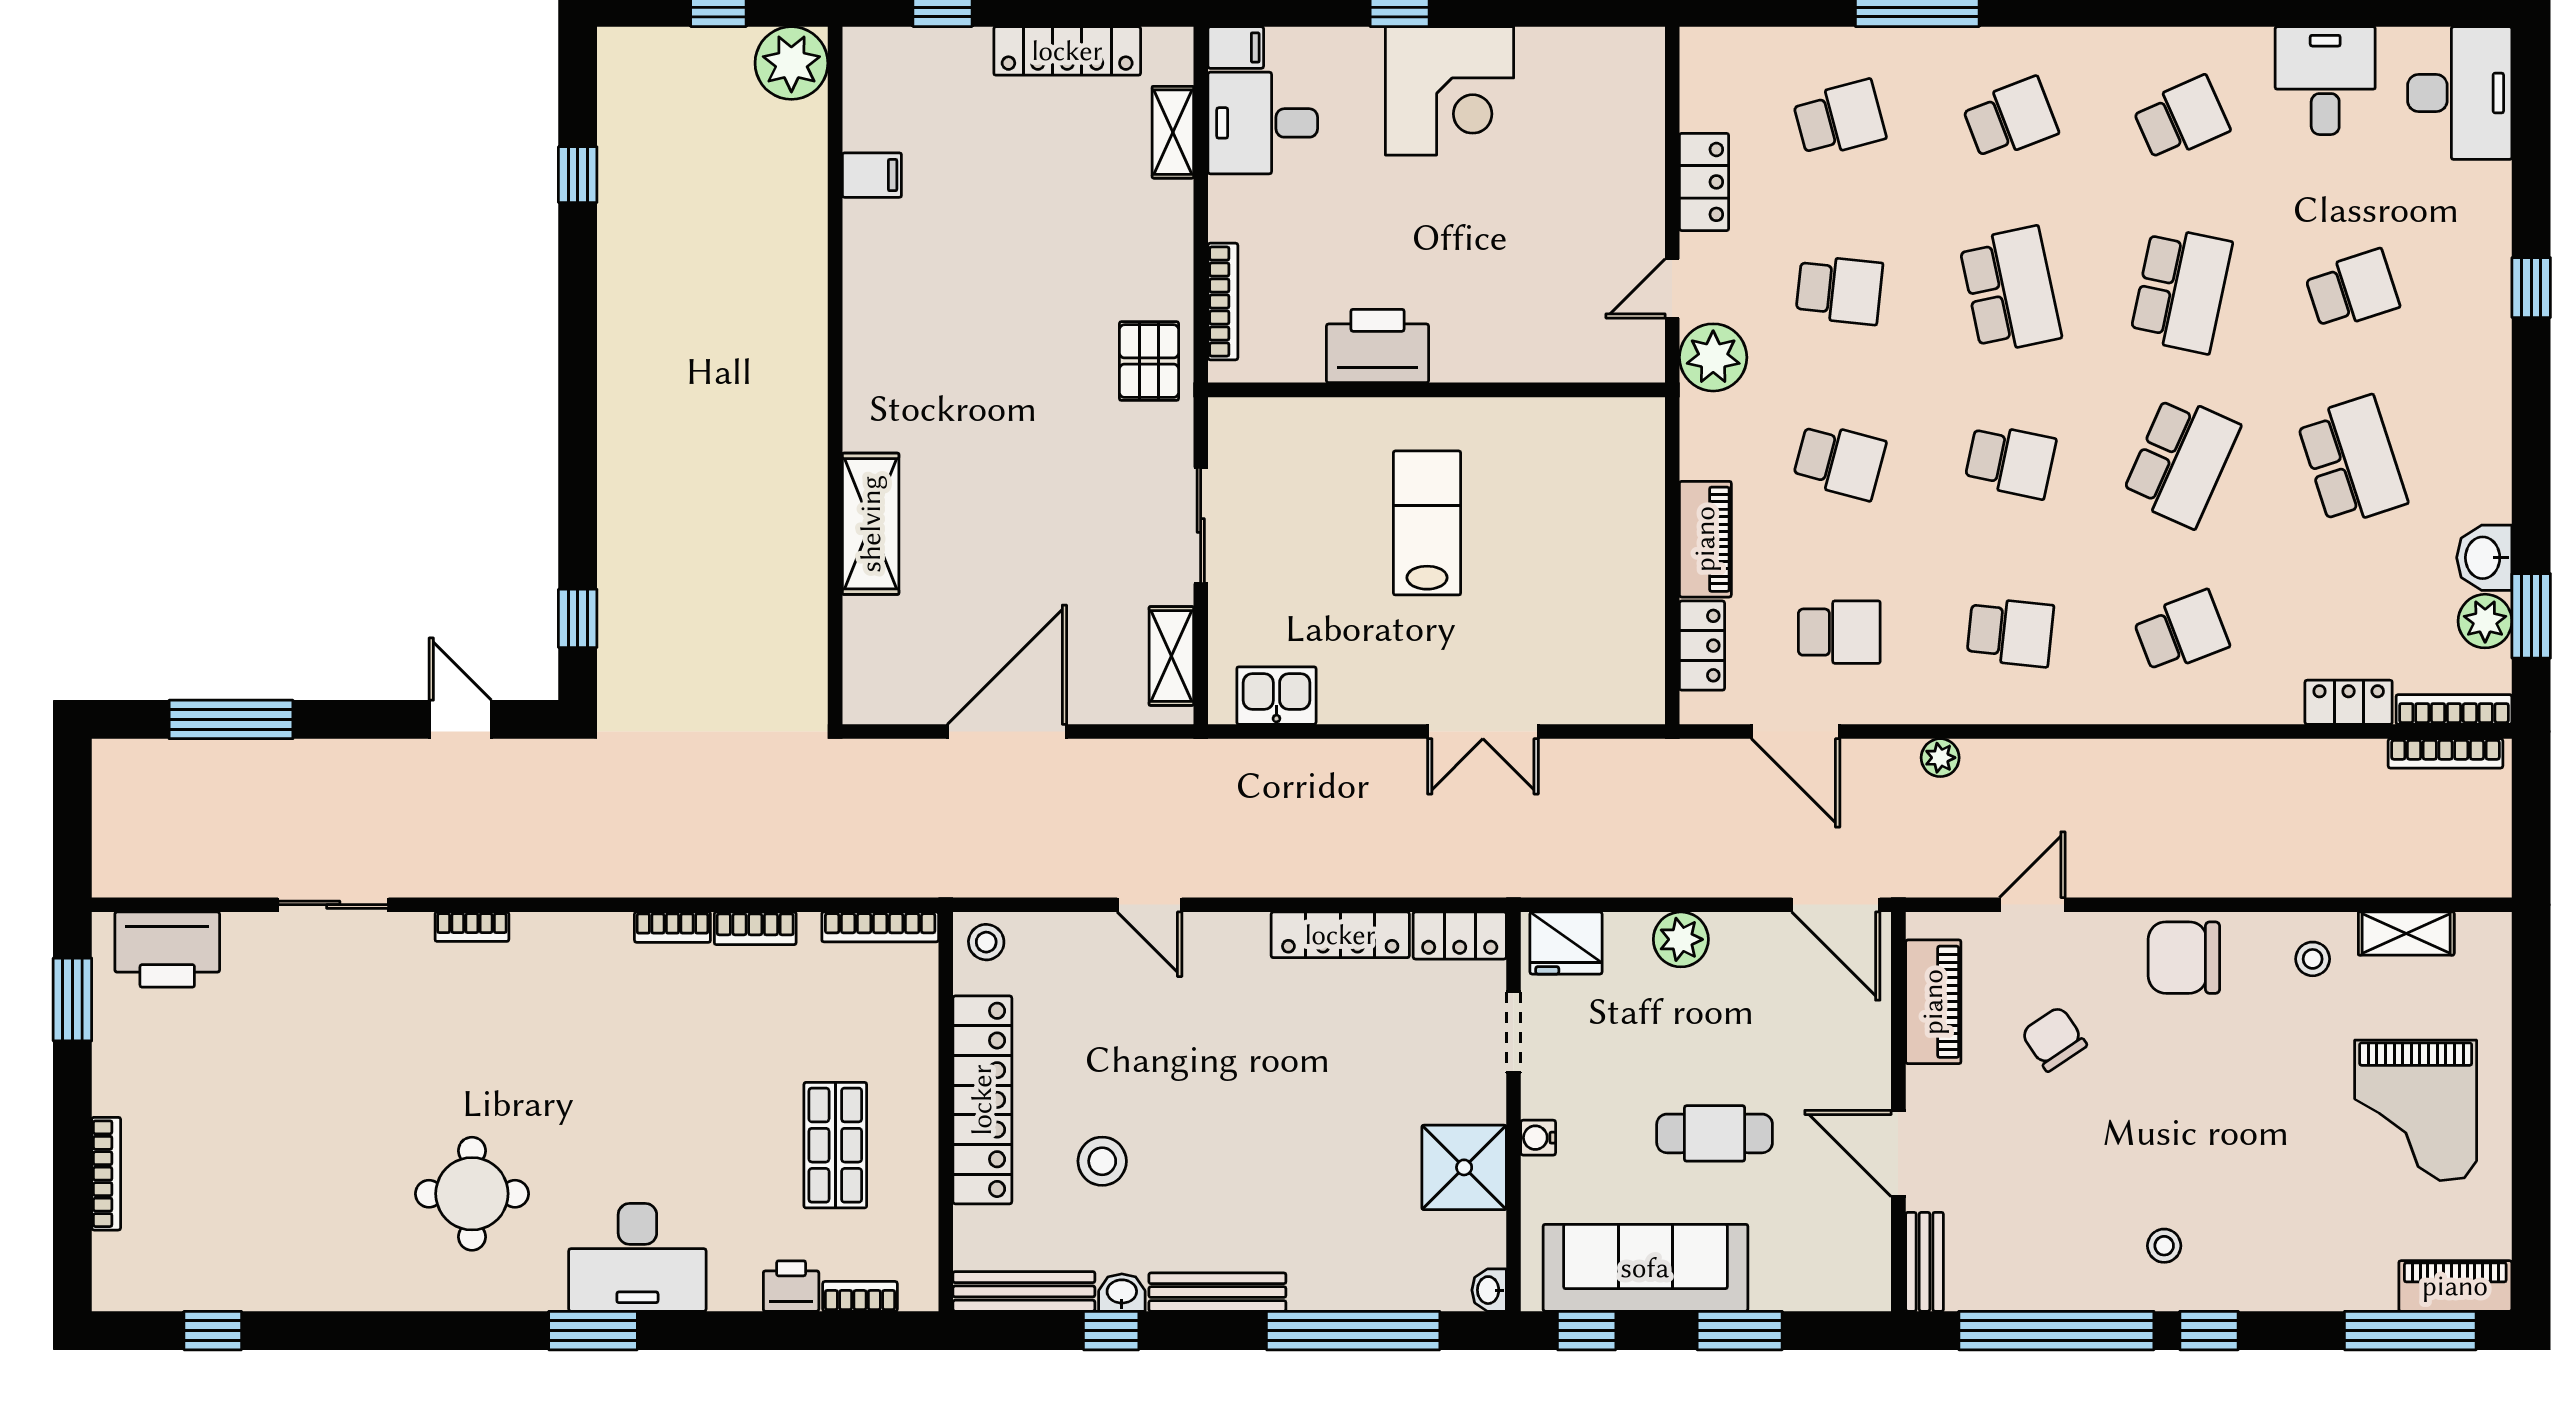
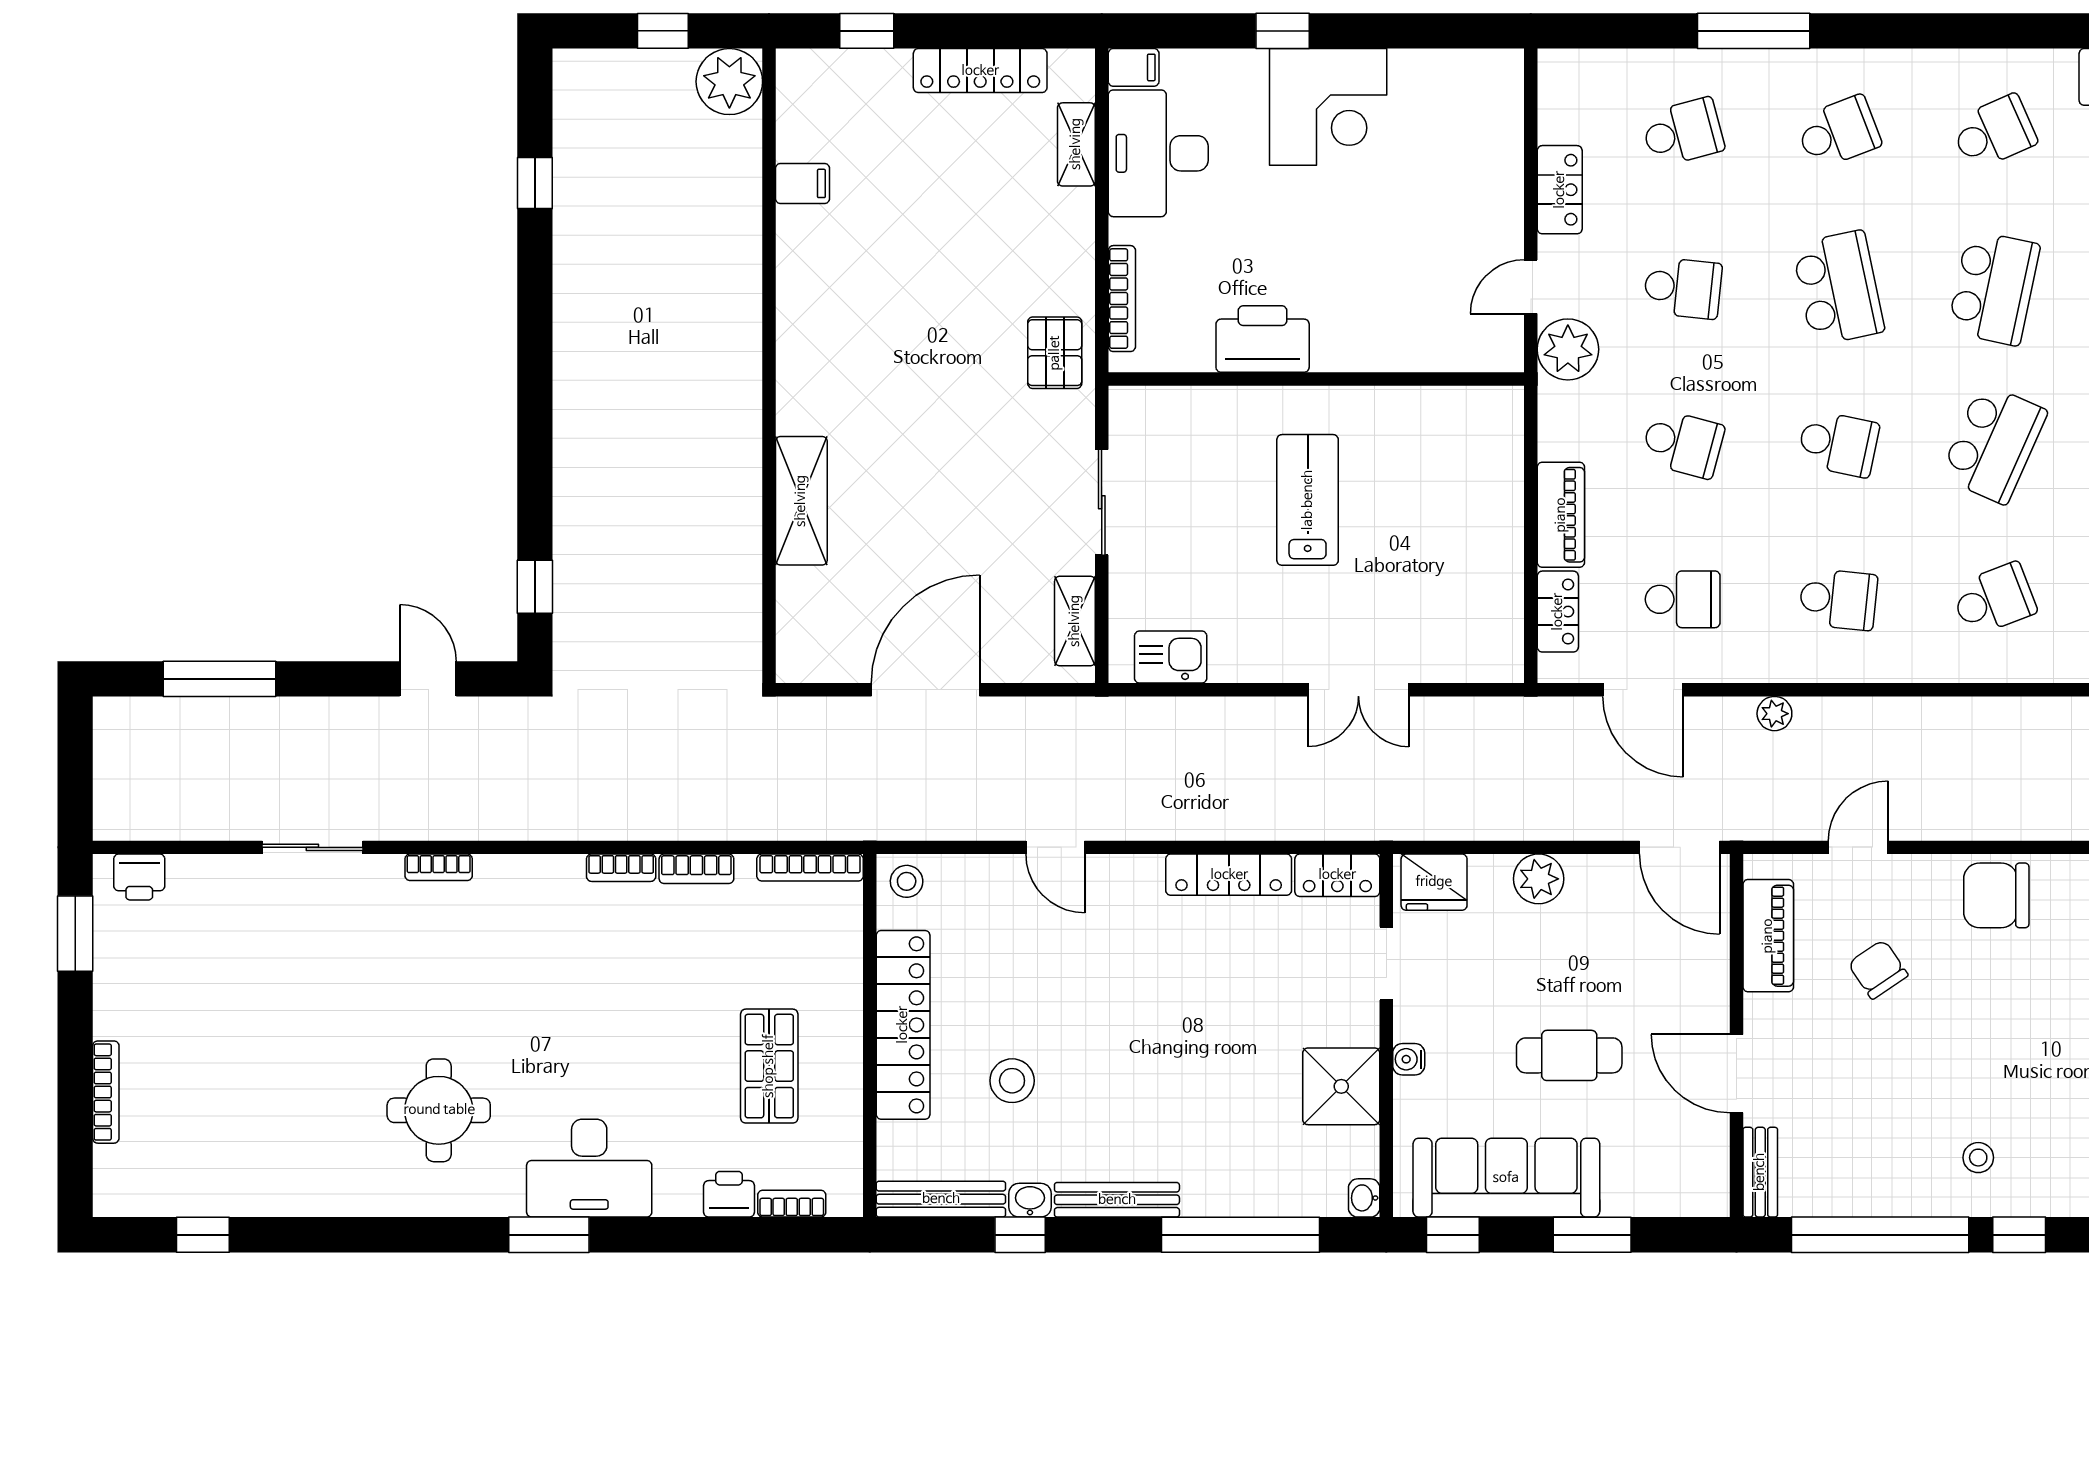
desk: (1263, 123) -> (1158, 153), width x1.37
printer: (167, 950) -> (139, 877), width x0.53, depth x0.68

